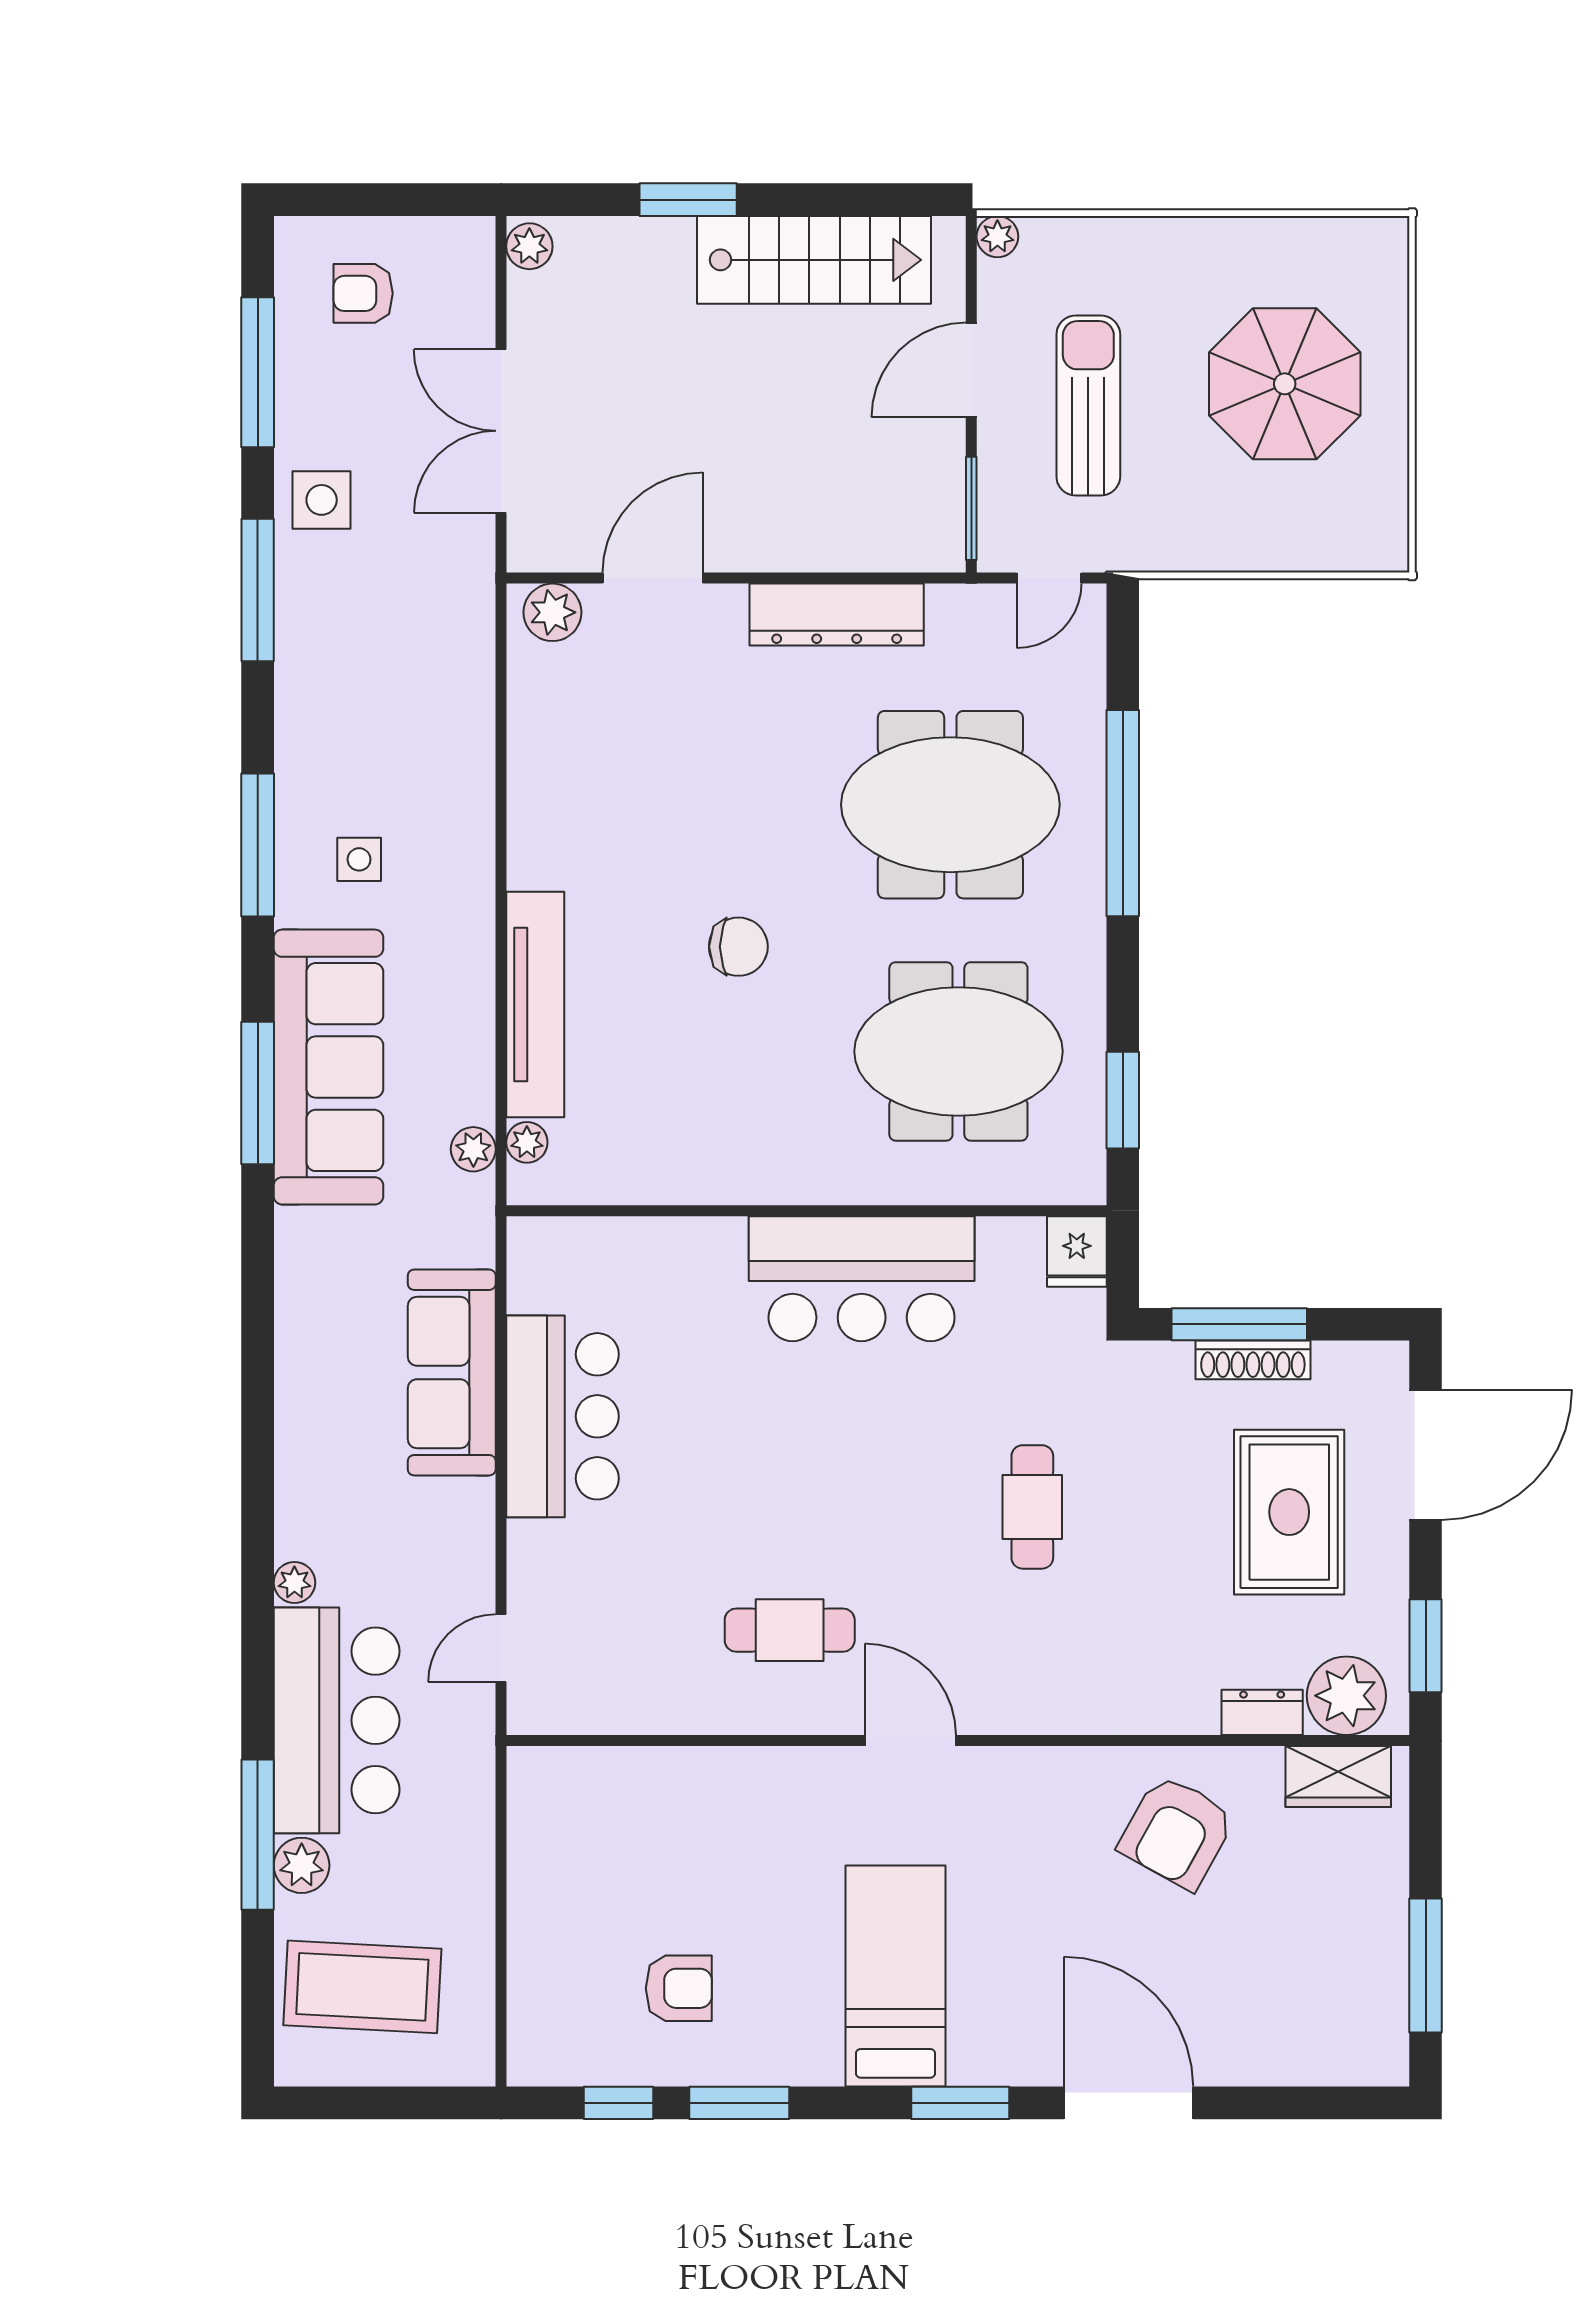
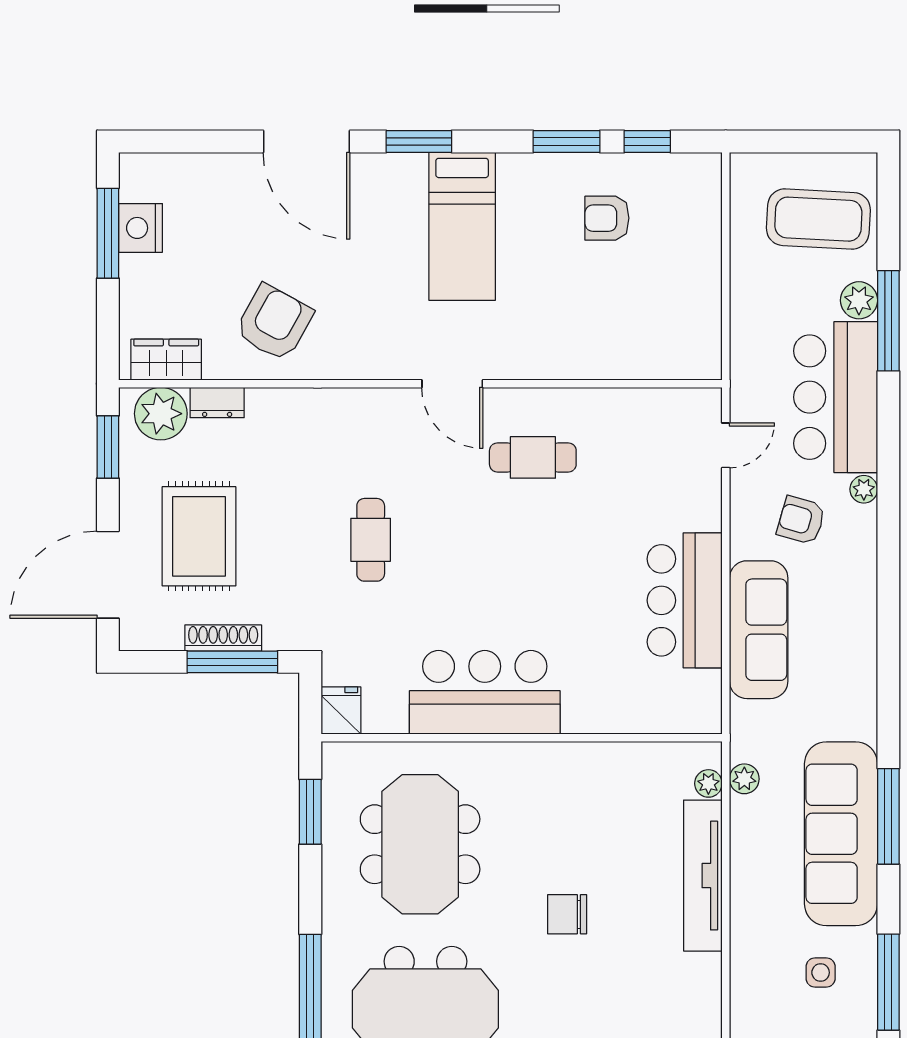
meeting table: (958, 1051) -> (420, 844), turned 90
armchair: (388, 1536) -> (801, 520), added
nightstand: (1377, 1974) -> (141, 228), added

